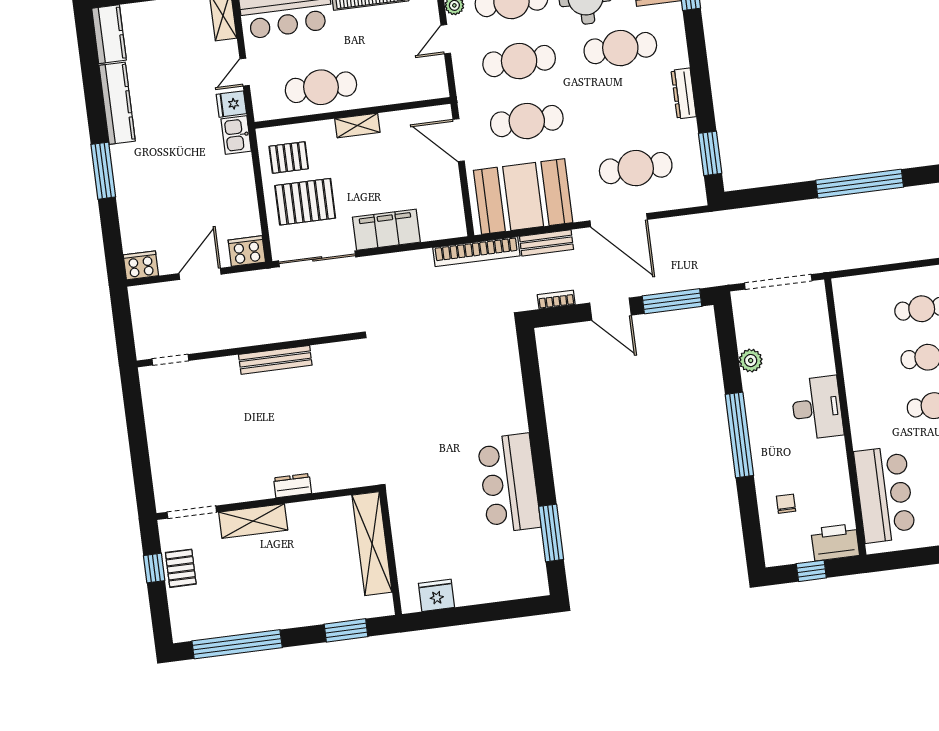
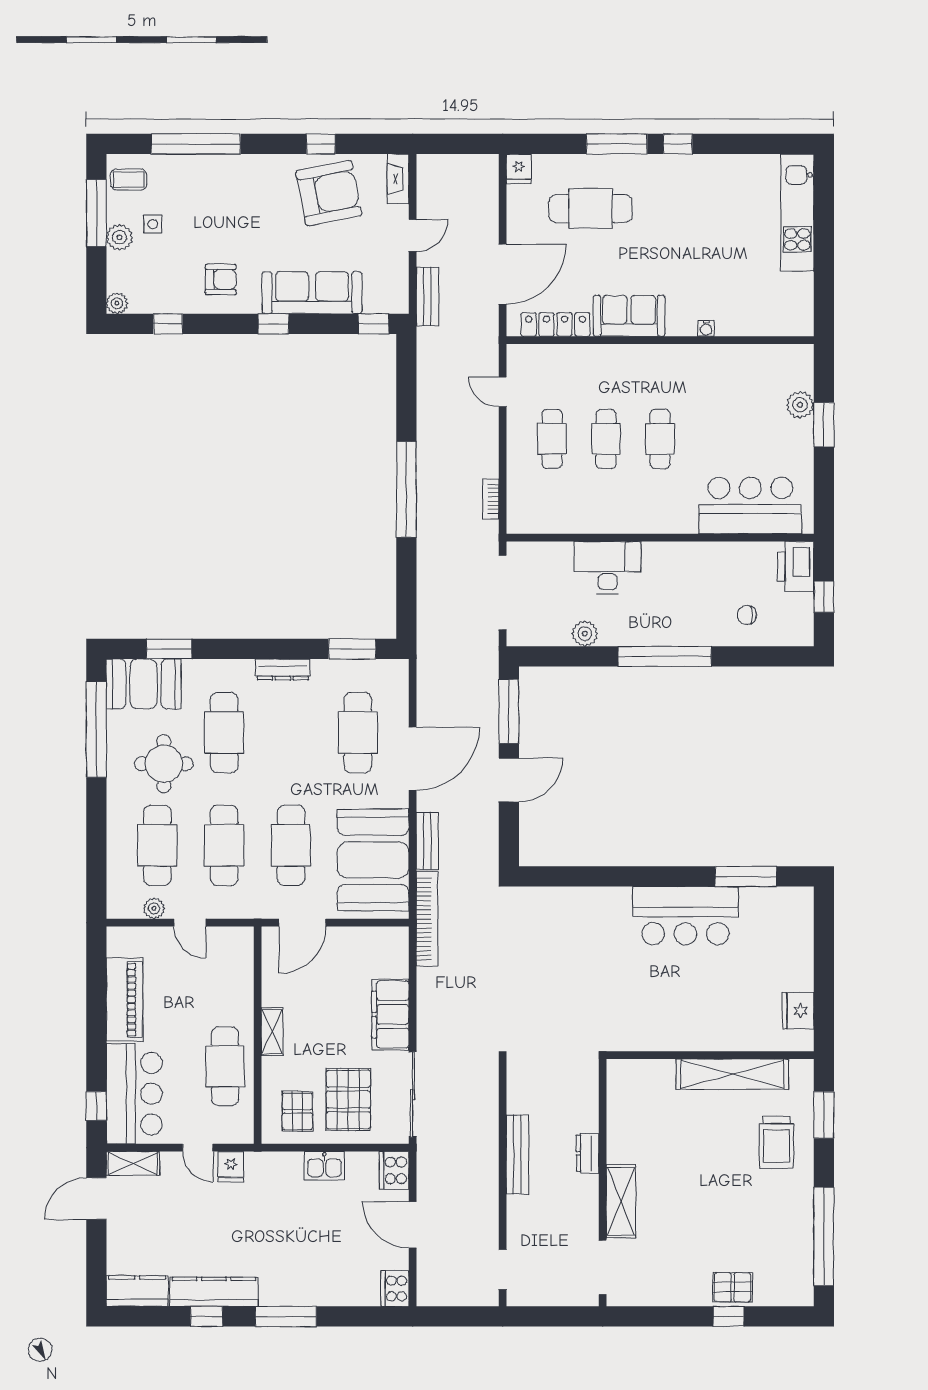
window: (94, 99) -> (207, 1316), added
kitchen sink: (236, 135) -> (324, 1166), moved
bookcase: (556, 300) -> (491, 499), moved
desk: (817, 408) -> (608, 568), moved
dresser: (293, 486) -> (588, 1153), moved
wall: (268, 502) -> (603, 1183), moved
doorway: (192, 512) -> (603, 1267), moved
shelving: (253, 521) -> (621, 1201), moved
trolley: (316, 591) -> (776, 1142), added

